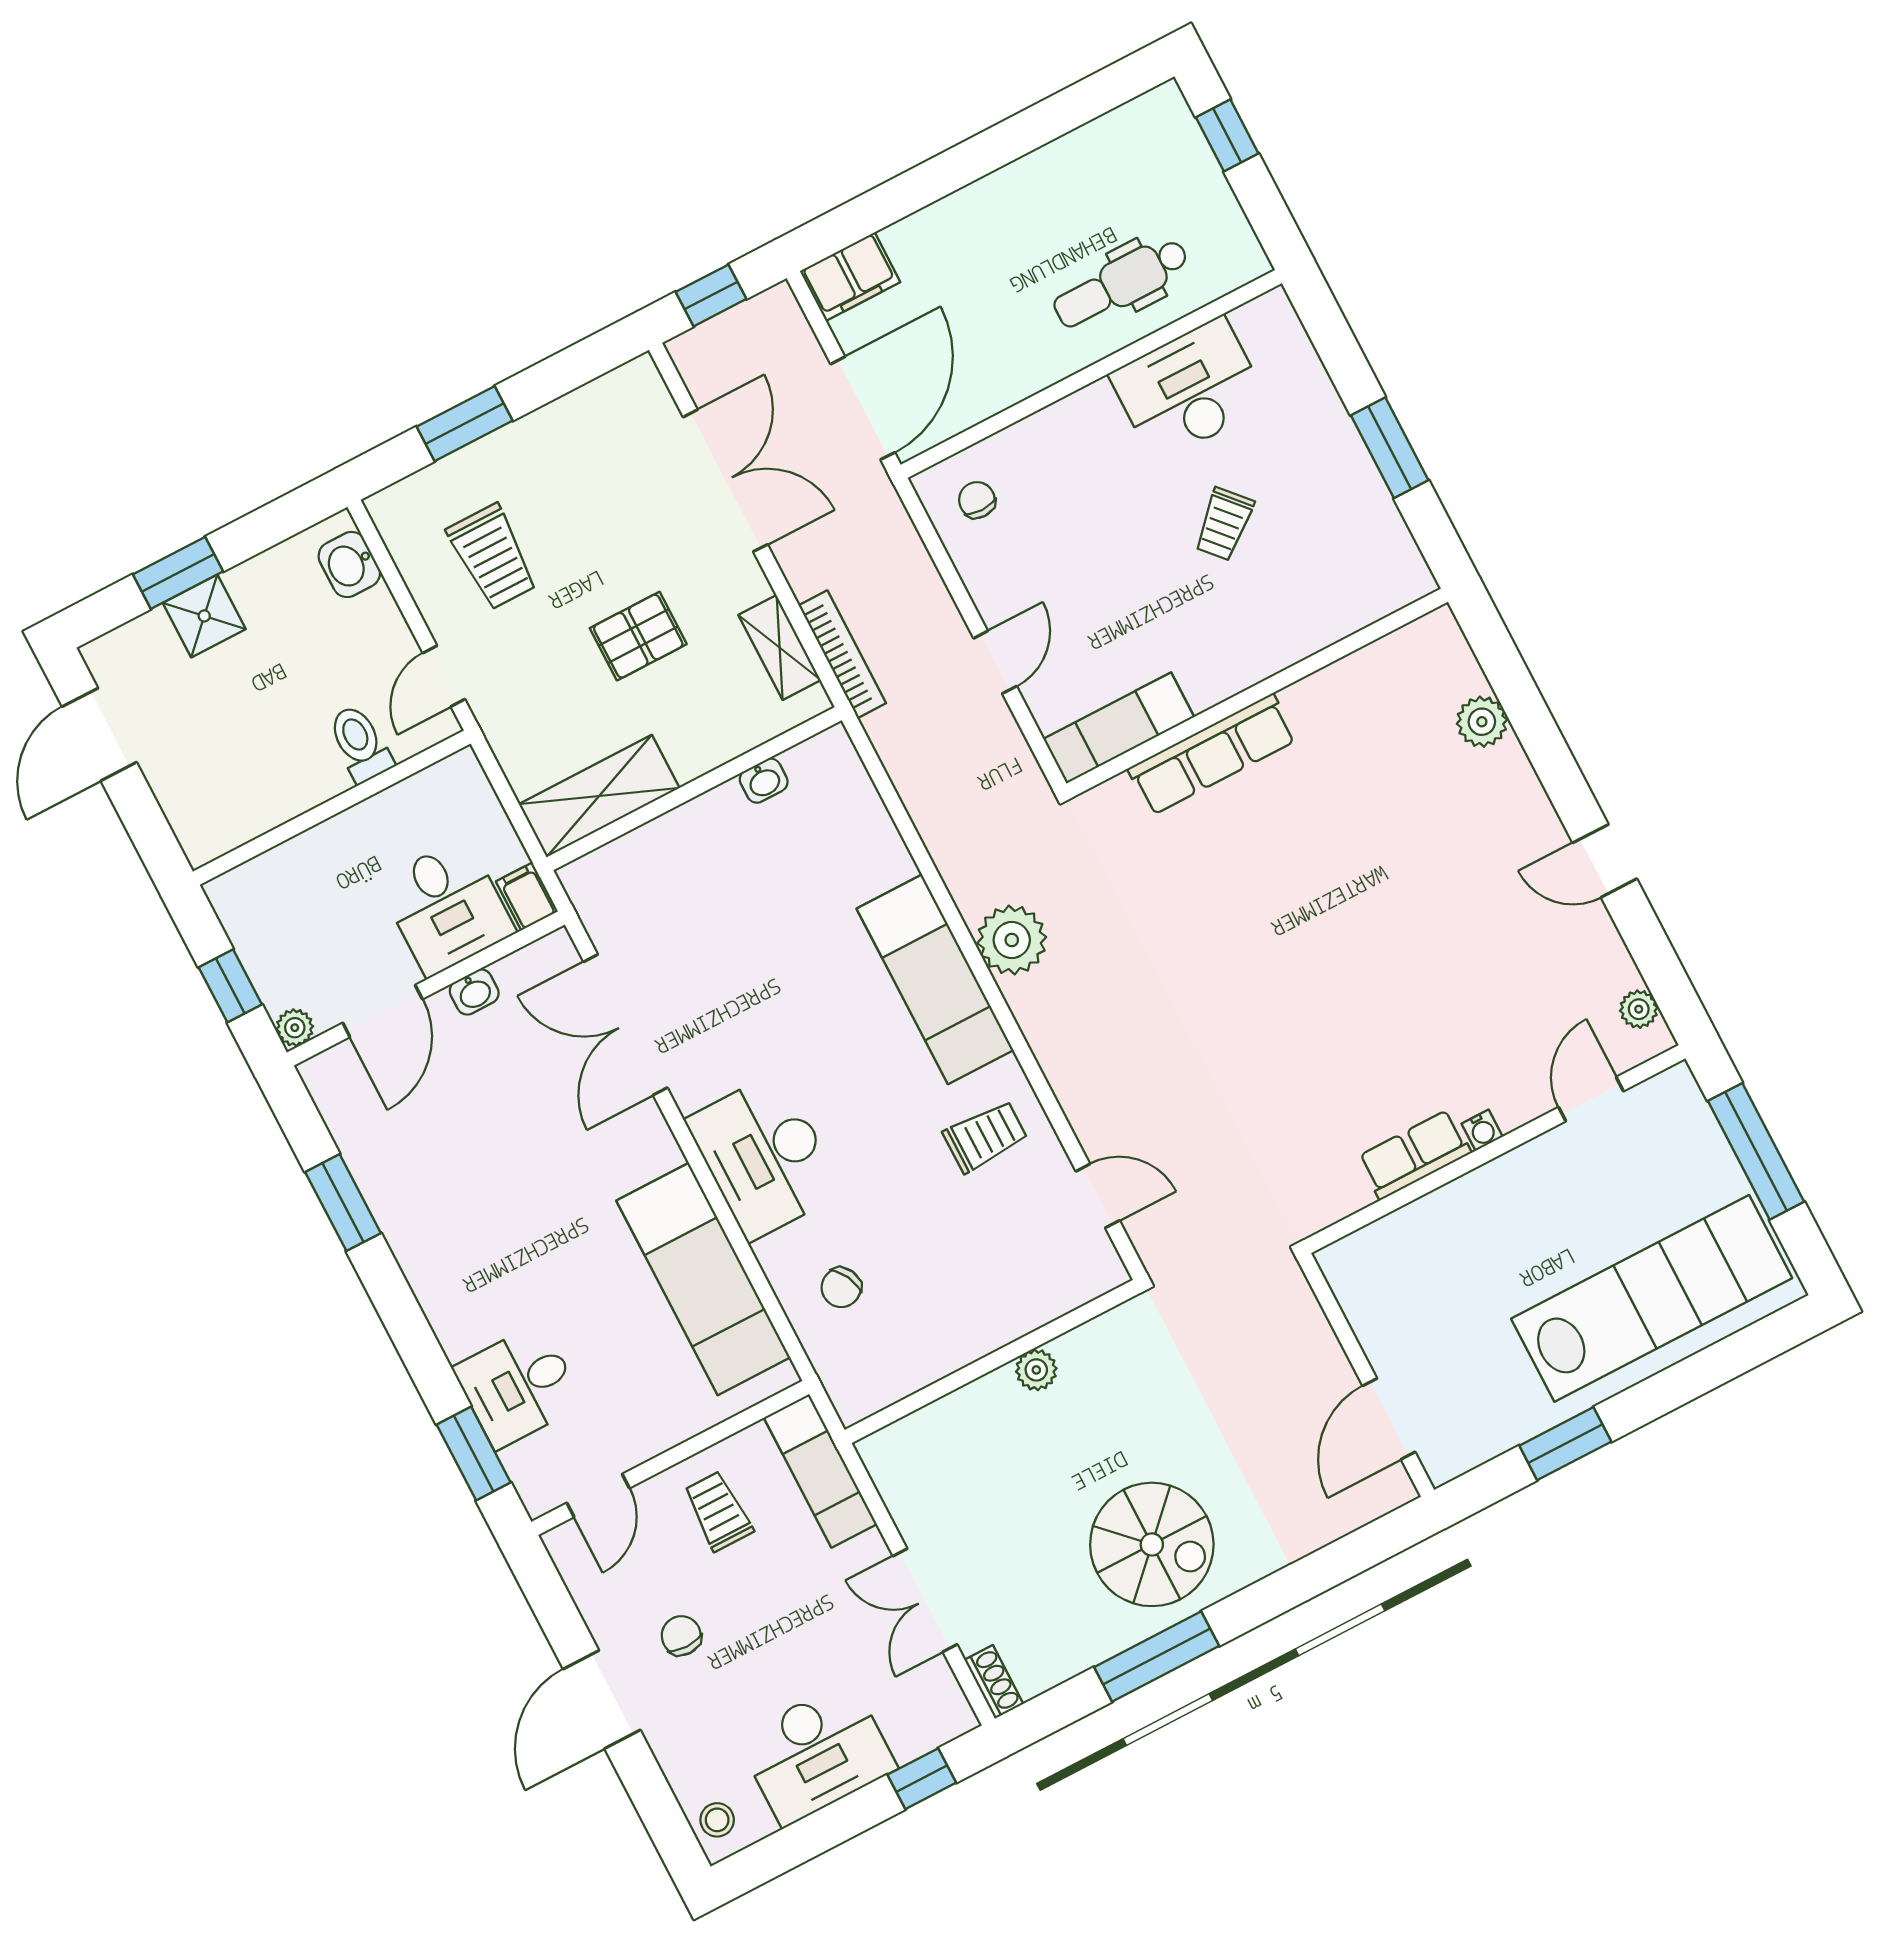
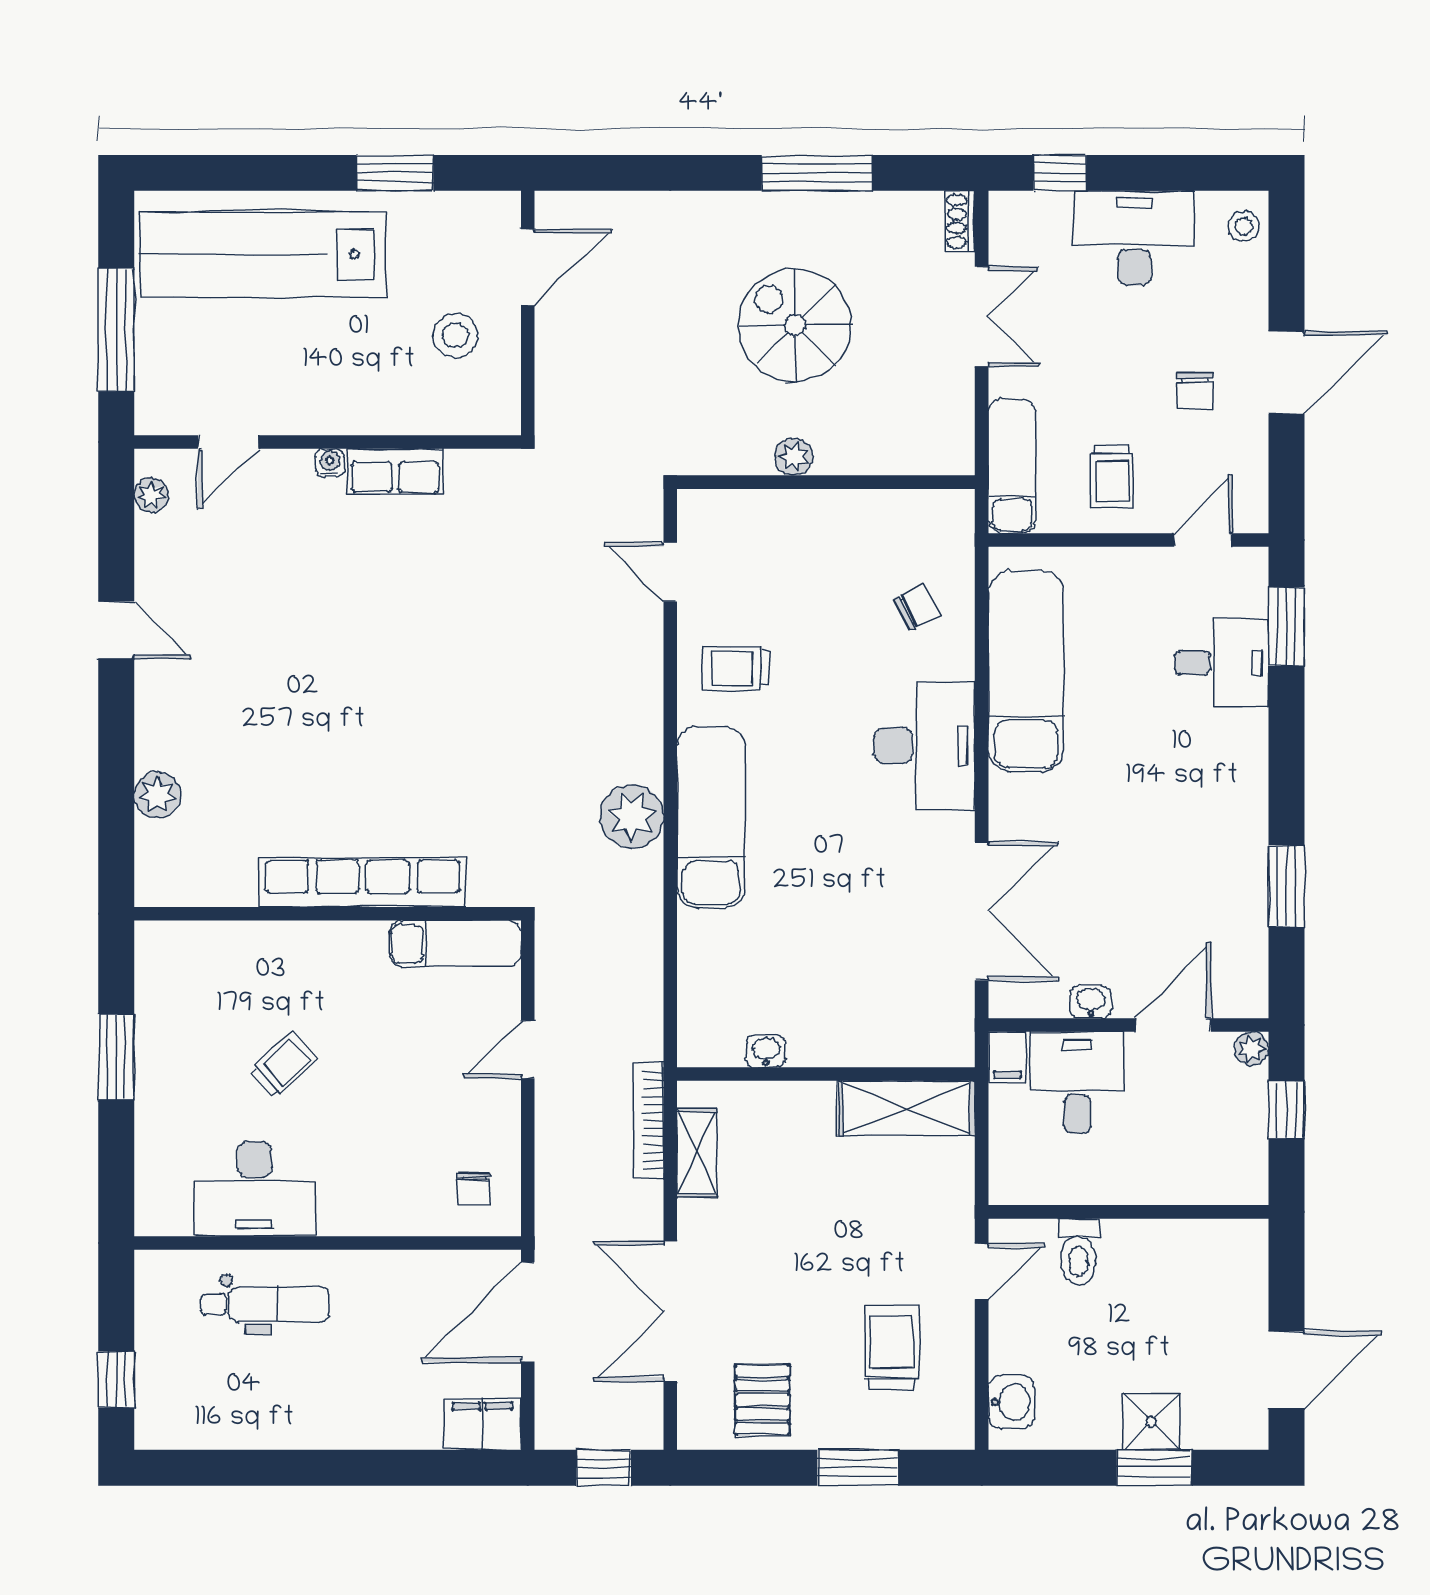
pallet: (638, 636) -> (762, 1400), moved, turned 90
row of seats: (1212, 754) -> (363, 883), width x1.36
stool: (1425, 1316) -> (455, 336), added
spiral stairs: (1152, 1544) -> (795, 325), moved

